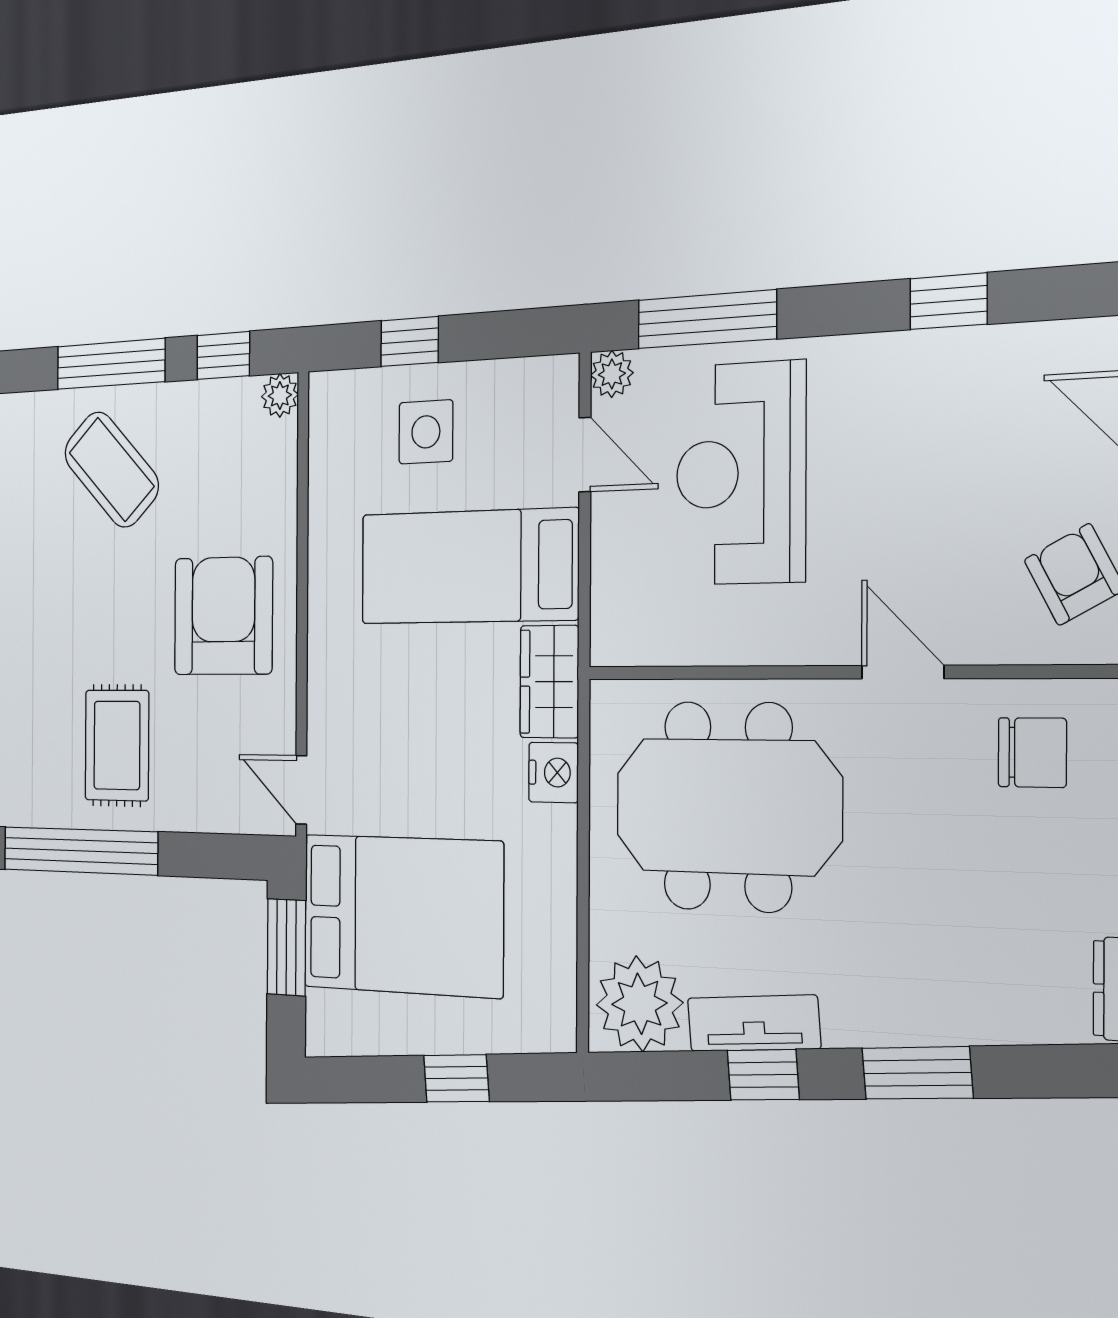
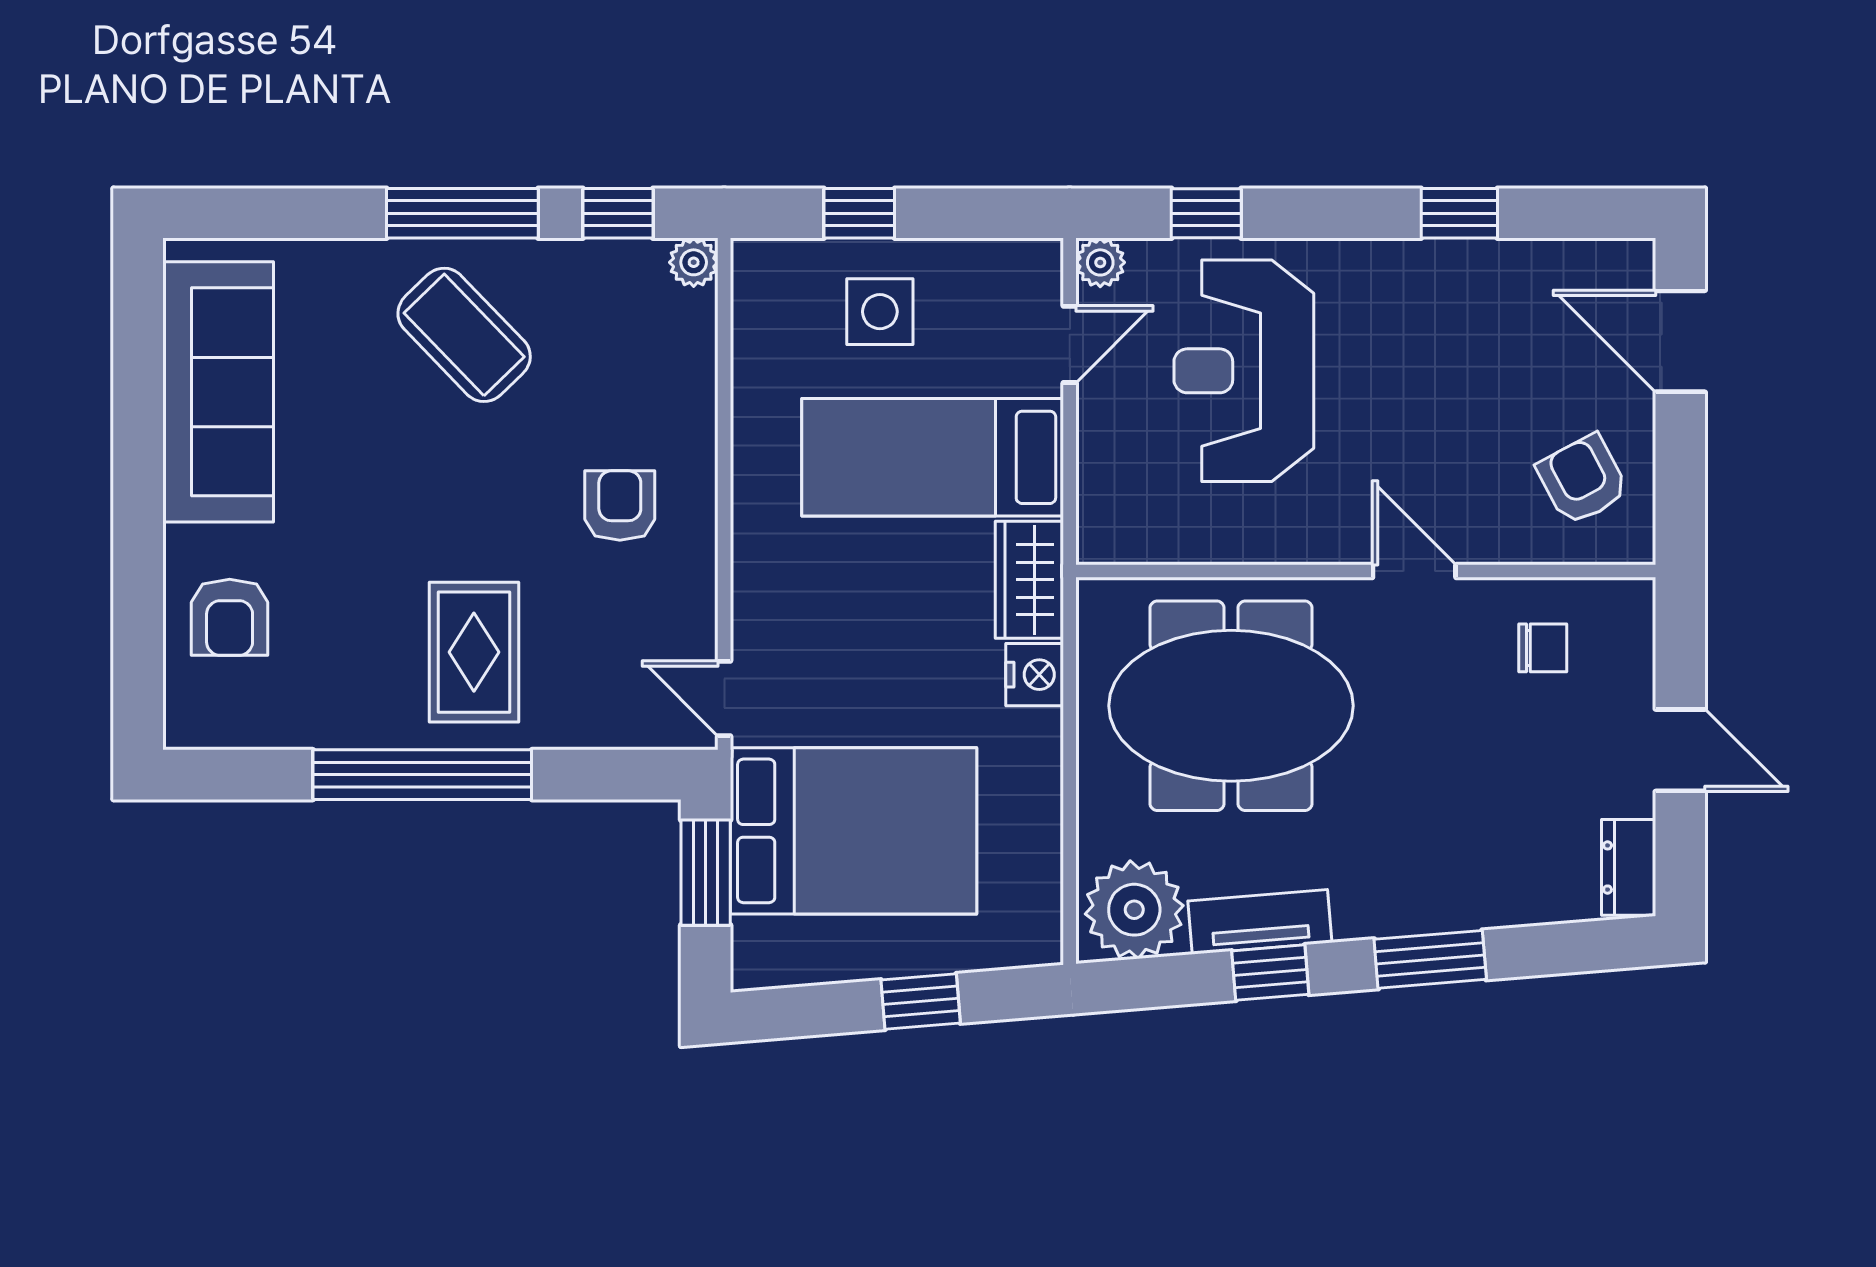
window: (707, 319) -> (1206, 213), width x0.46
door: (585, 455) -> (1070, 344), hinge flipped
armchair: (223, 616) -> (620, 506), width x0.53, depth x0.53
chair: (1032, 753) -> (1543, 648), width x0.73, depth x0.73

